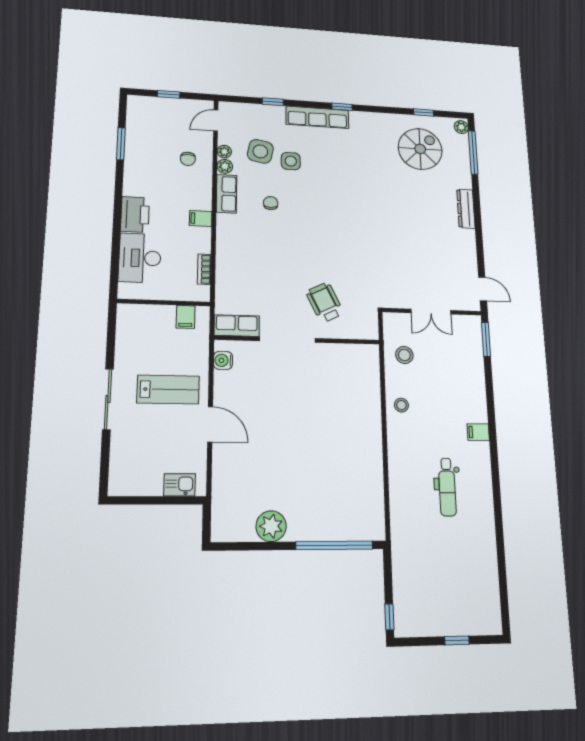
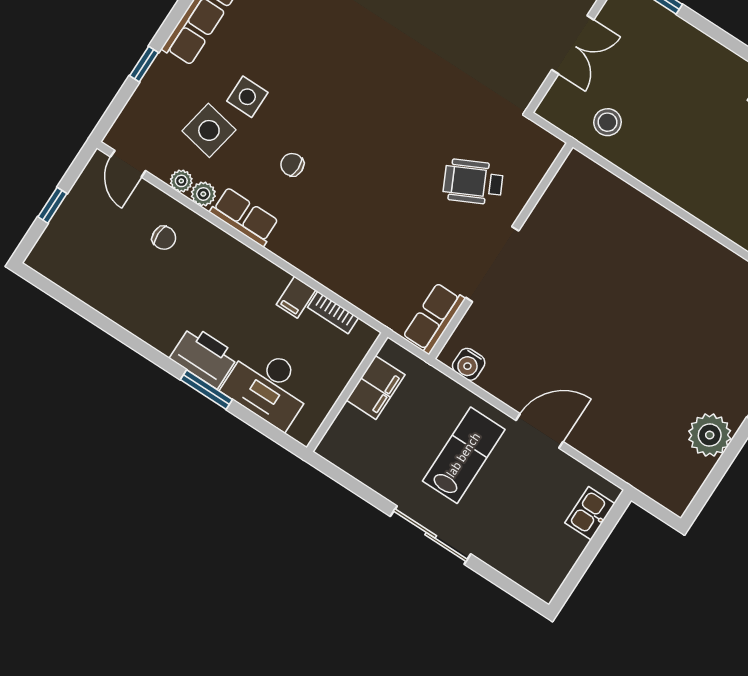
window: (121, 144) -> (206, 390), moved
filing cabinet: (201, 218) -> (296, 297), moved
filing cabinet: (186, 317) -> (376, 387), width x2.00
stool: (401, 405) -> (669, 171), removed

